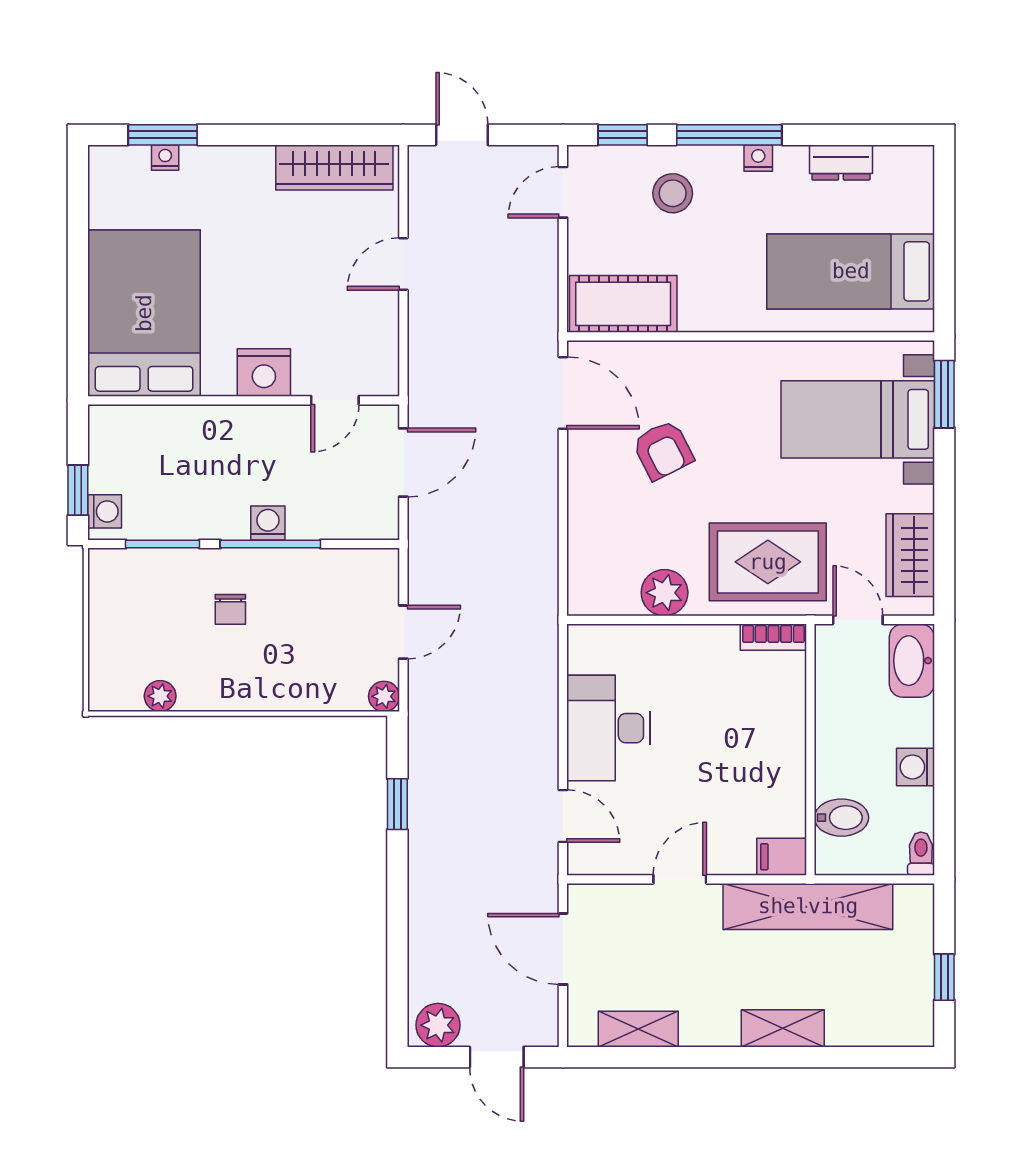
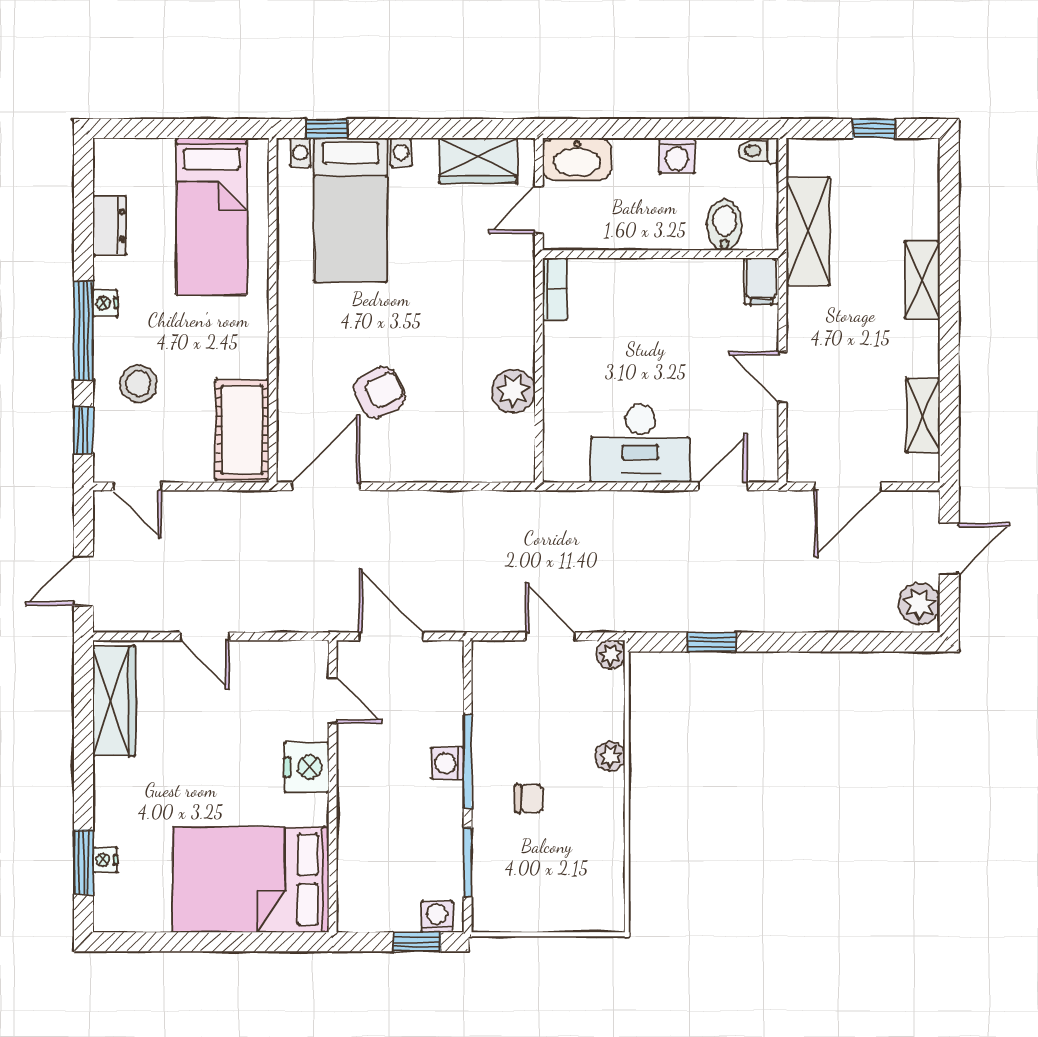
window: (944, 394) -> (327, 129), width x0.67
rug: (768, 562) -> (484, 294), removed
plant: (160, 696) -> (610, 756), moved
shelving: (808, 906) -> (808, 231), width x0.68

